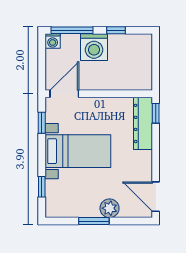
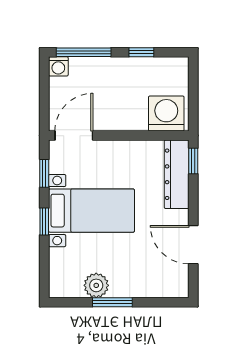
washing machine: (94, 47) -> (166, 114), moved, turned 180
window: (42, 187) -> (44, 221), moved
door: (156, 197) -> (193, 245), moved
plant: (110, 208) -> (96, 285), moved

